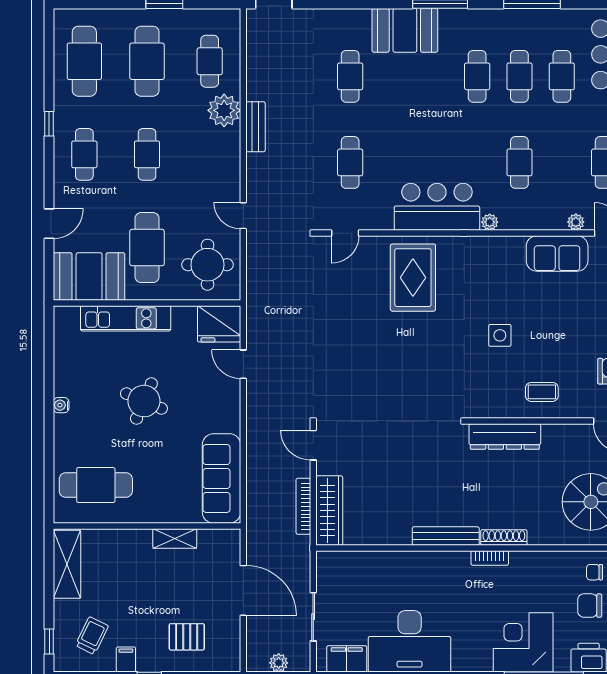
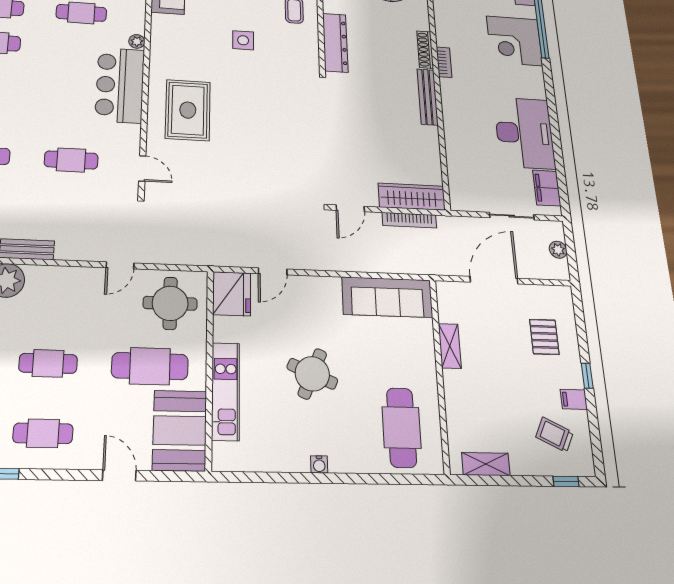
rug: (413, 278) -> (188, 110), turned 90
shelving: (67, 564) -> (486, 464), width x0.67, depth x0.75

